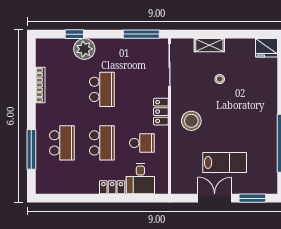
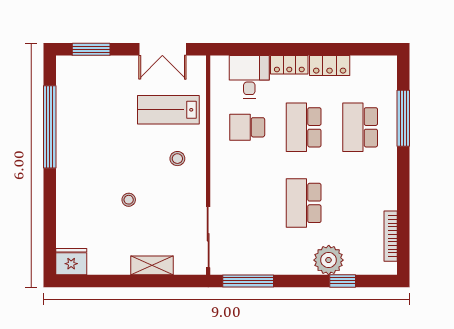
stool: (220, 79) -> (129, 200), moved
bookcase: (40, 85) -> (391, 236), moved
locker: (161, 112) -> (330, 66), moved, turned 90
stool: (191, 121) -> (177, 159), width x0.53, depth x0.53
lab bench: (225, 162) -> (168, 110), moved
double door: (215, 198) -> (162, 49), moved

